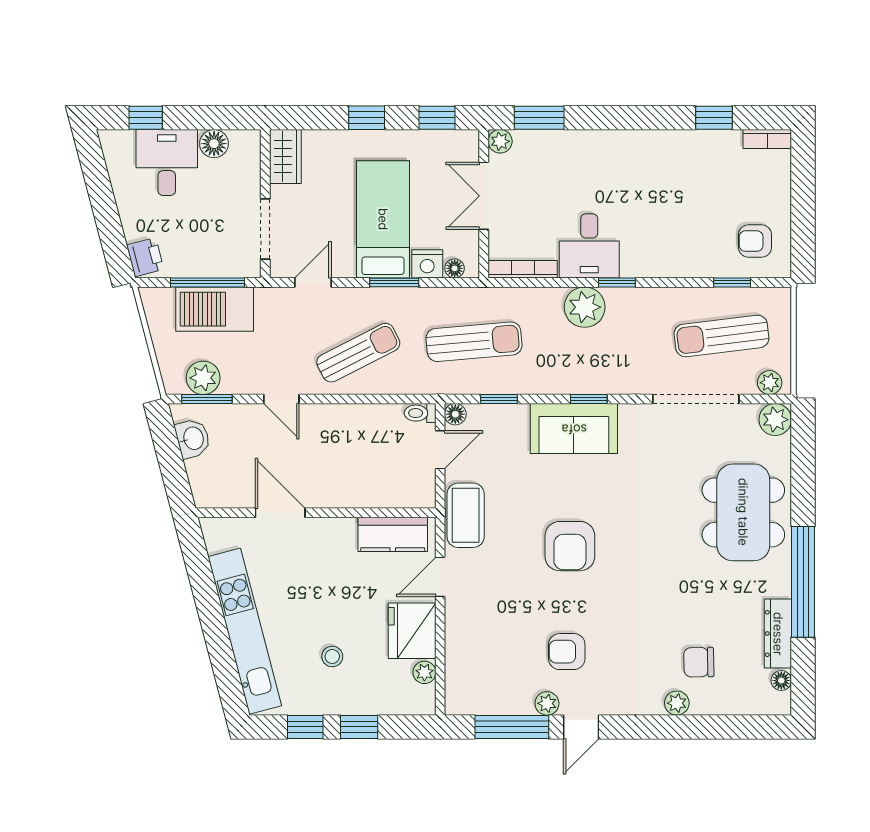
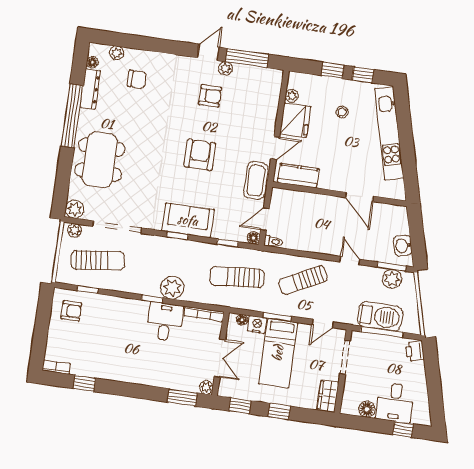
plant: (677, 703) -> (117, 53), moved

